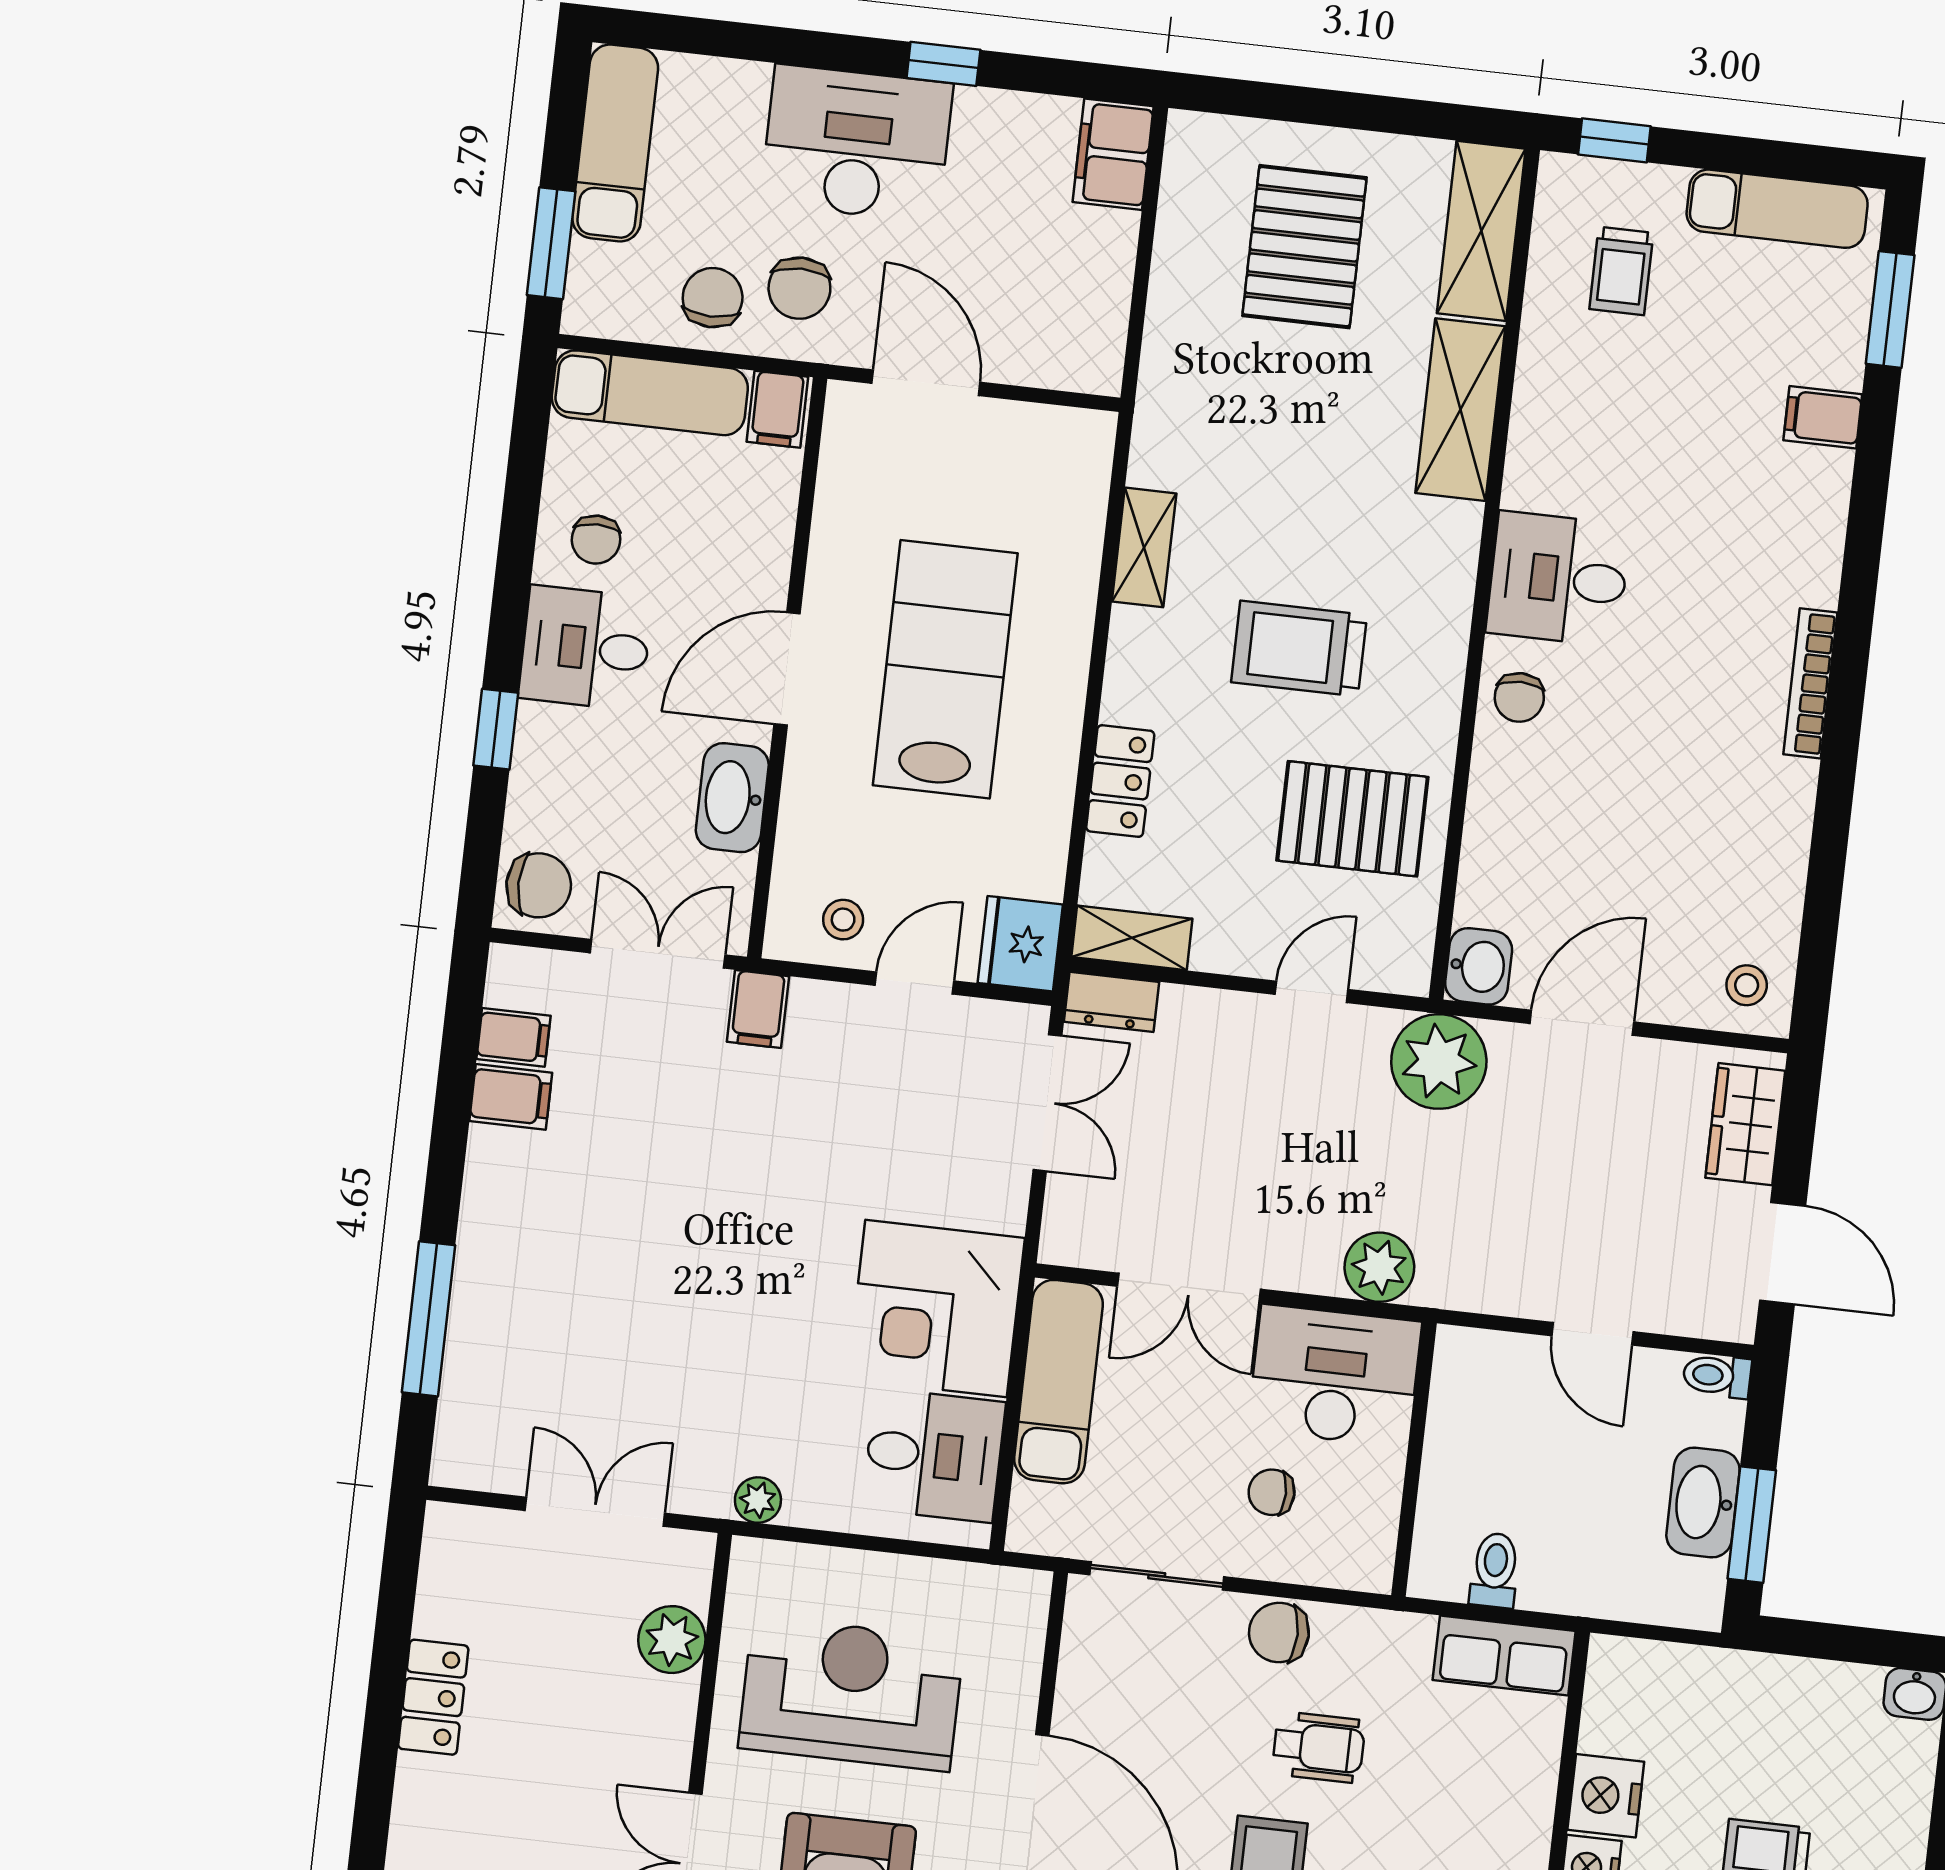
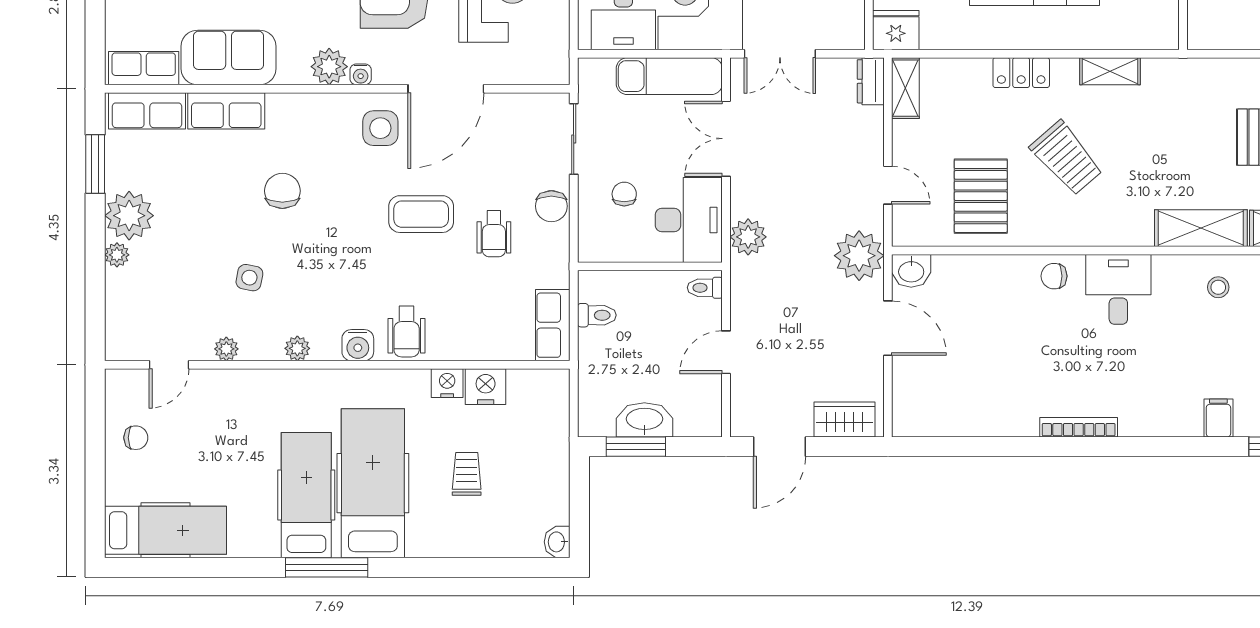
trolley: (1299, 649) -> (1066, 158), turned 139
locker: (1120, 781) -> (1021, 73), moved
stool: (1747, 985) -> (1218, 287), moved
double door: (1047, 1103) -> (780, 54), moved
toilet: (1717, 1376) -> (705, 288), moved, turned -90
chair: (1279, 1633) -> (551, 206), turned 180

